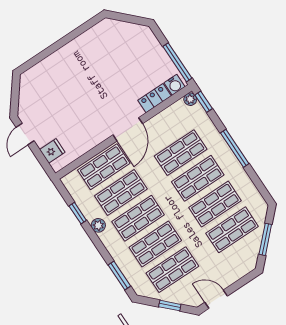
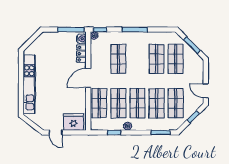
kitchen unit: (66, 55) -> (29, 84), added
door: (128, 129) -> (88, 78), swing flipped
fridge: (52, 151) -> (73, 122), width x1.88, depth x1.34
shop shelf: (198, 178) -> (137, 59), removed
door: (216, 299) -> (206, 91), hinge flipped

